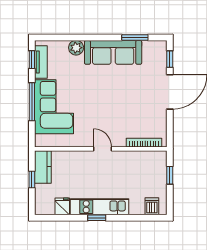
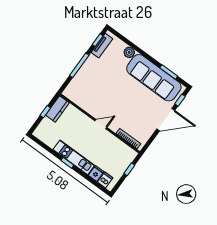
sofa: (113, 52) -> (154, 78), width x1.36, depth x1.27
corner sofa: (54, 107) -> (90, 78), removed
door: (102, 149) -> (101, 124), hinge flipped
fridge: (62, 206) -> (96, 174), moved

